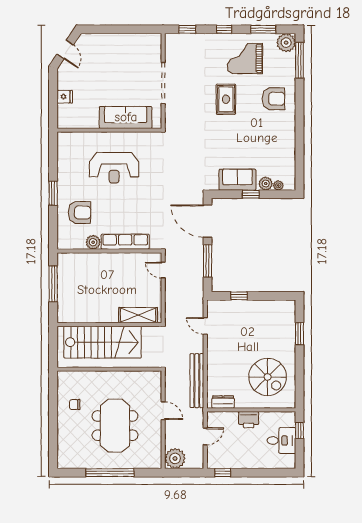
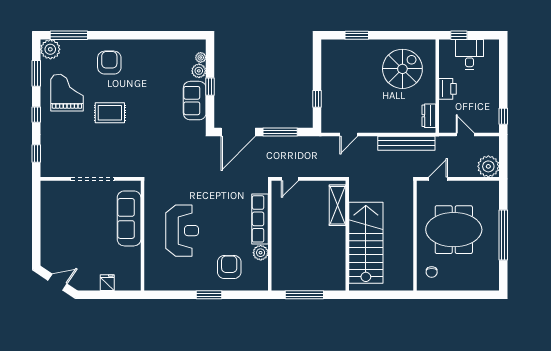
grand piano: (245, 59) -> (67, 93), turned 180
wall: (109, 369) -> (415, 236), moved

